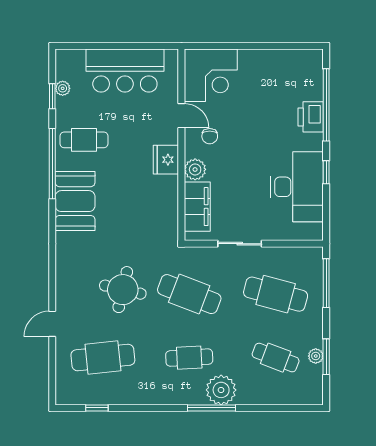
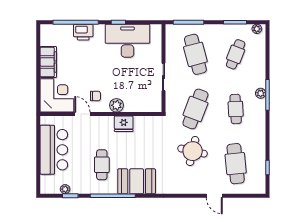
door: (181, 116) -> (82, 114), hinge flipped
cafe table: (84, 140) -> (102, 165), moved
fridge: (166, 160) -> (124, 124), moved
filing cabinet: (197, 207) -> (48, 62), moved, turned 90
cafe table: (276, 294) -> (195, 54), turned -30
plant: (316, 356) -> (257, 29), moved
plant: (221, 390) -> (261, 93), width x0.53, depth x0.53

